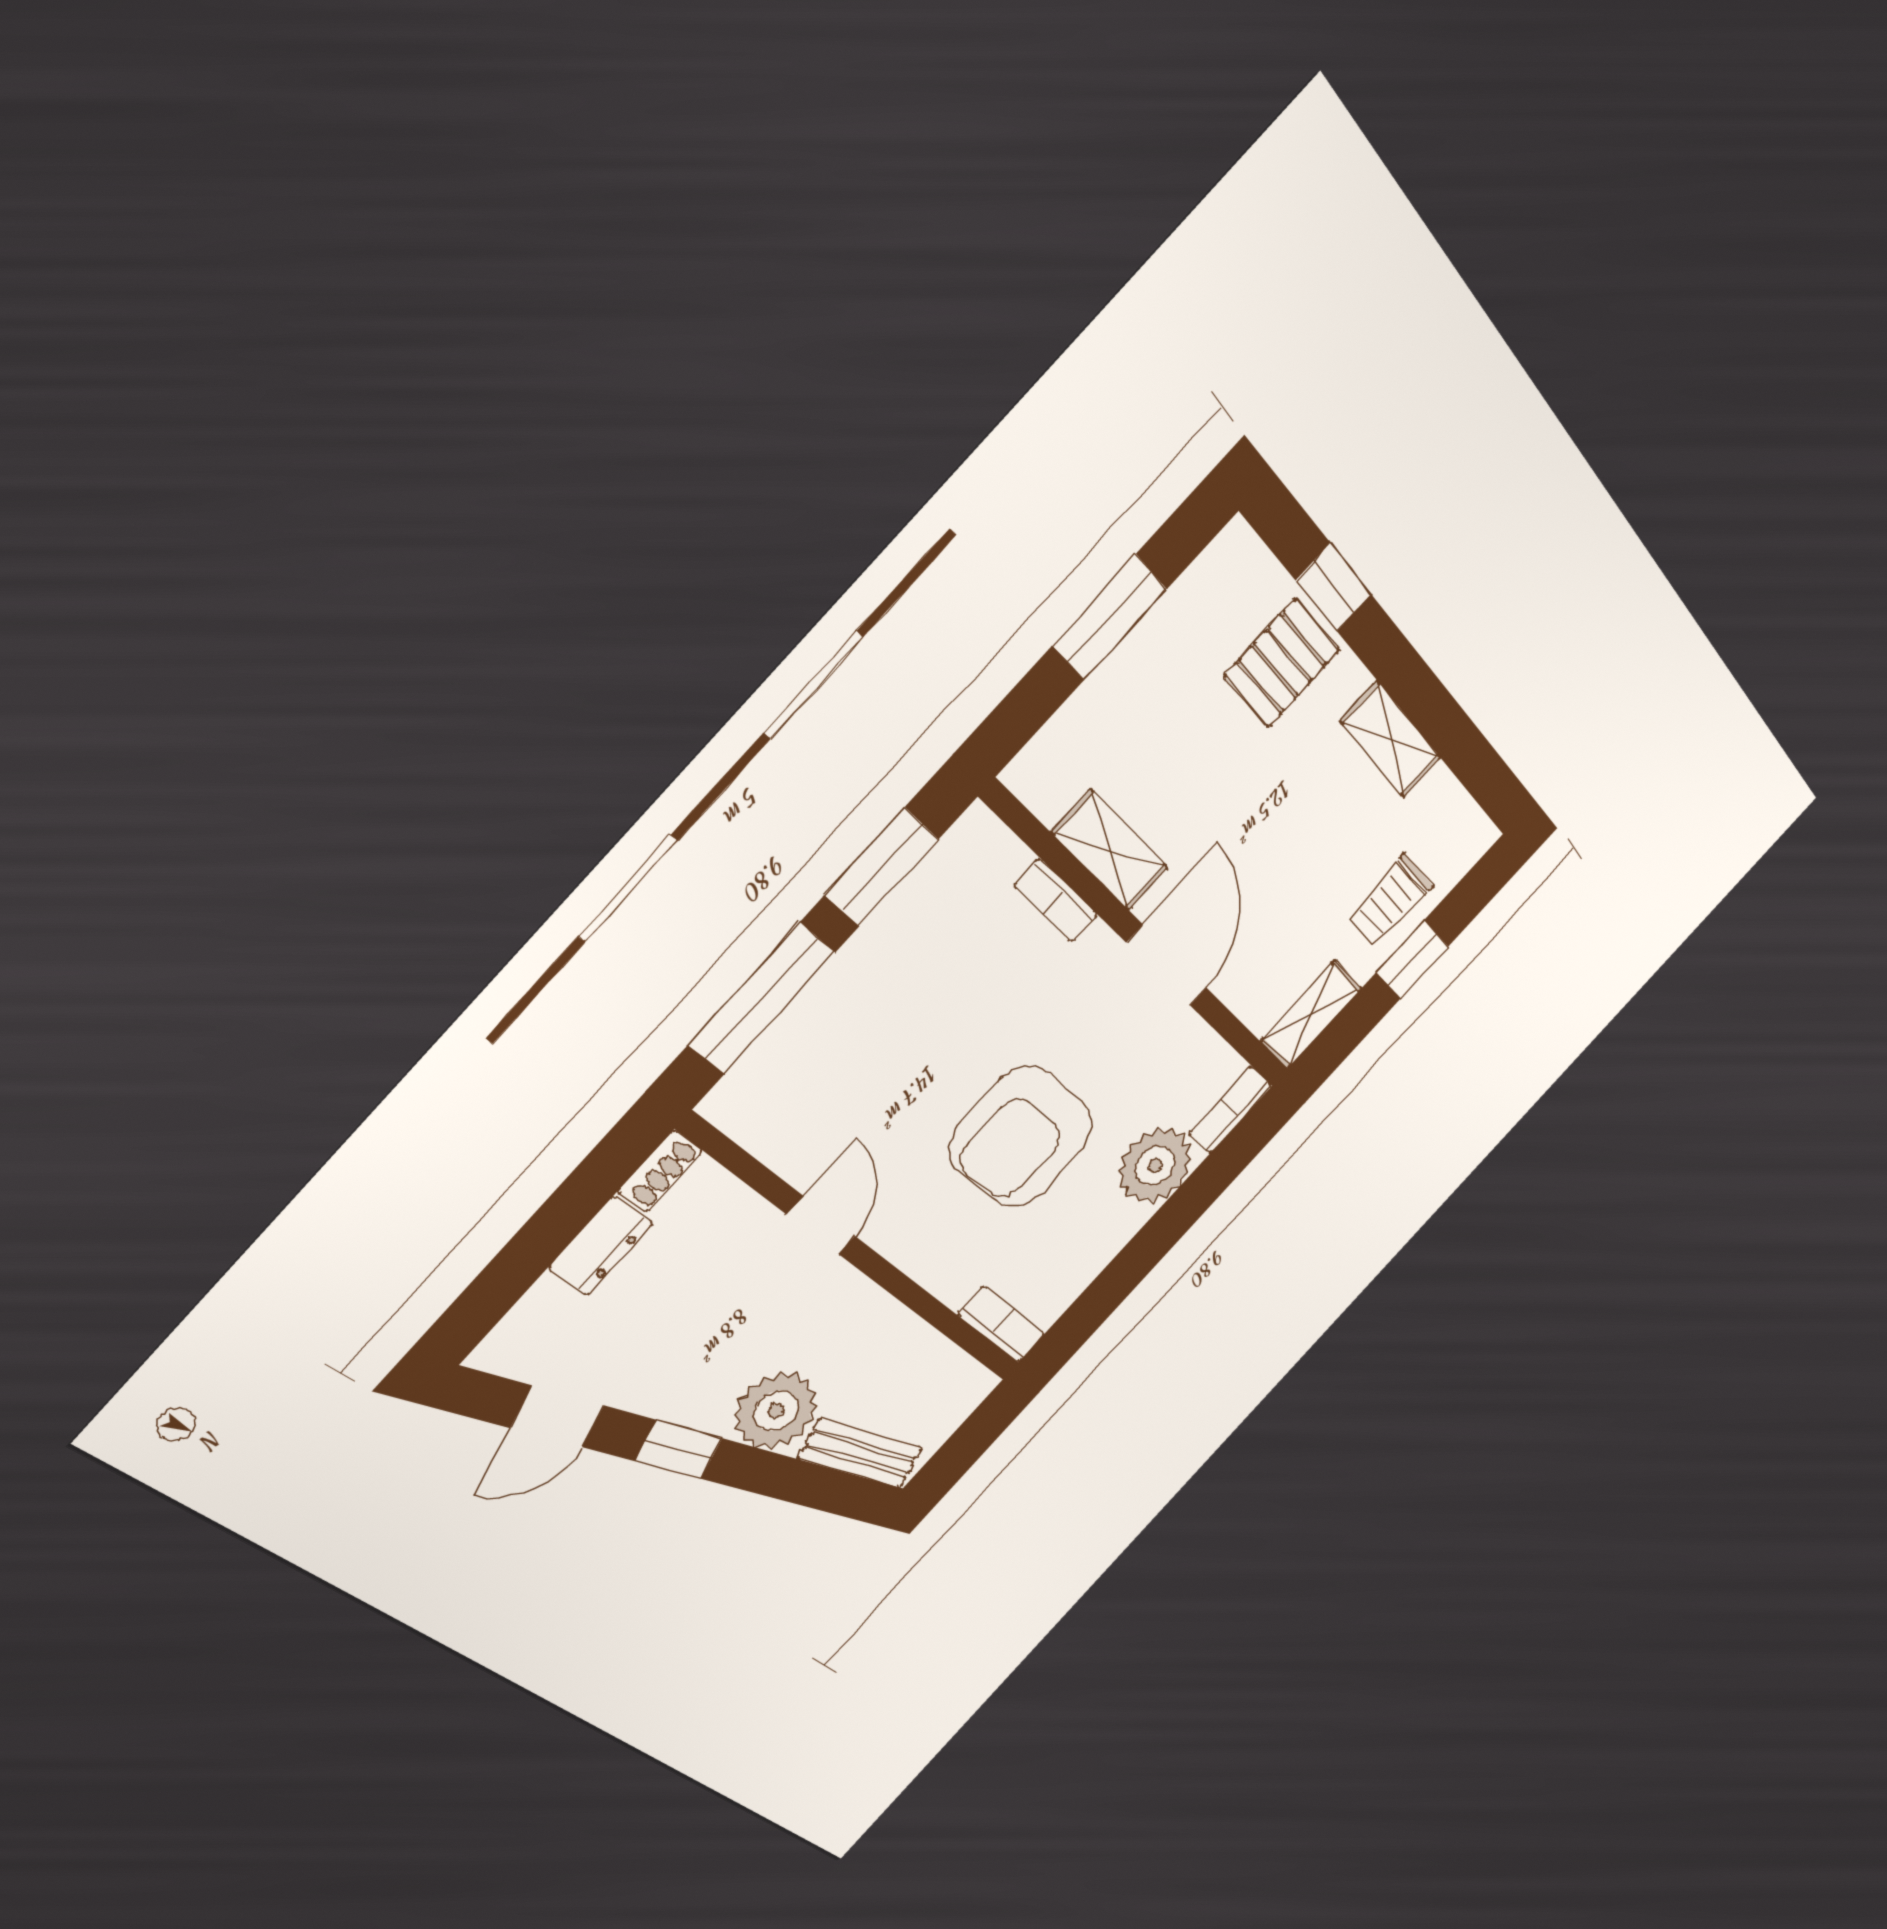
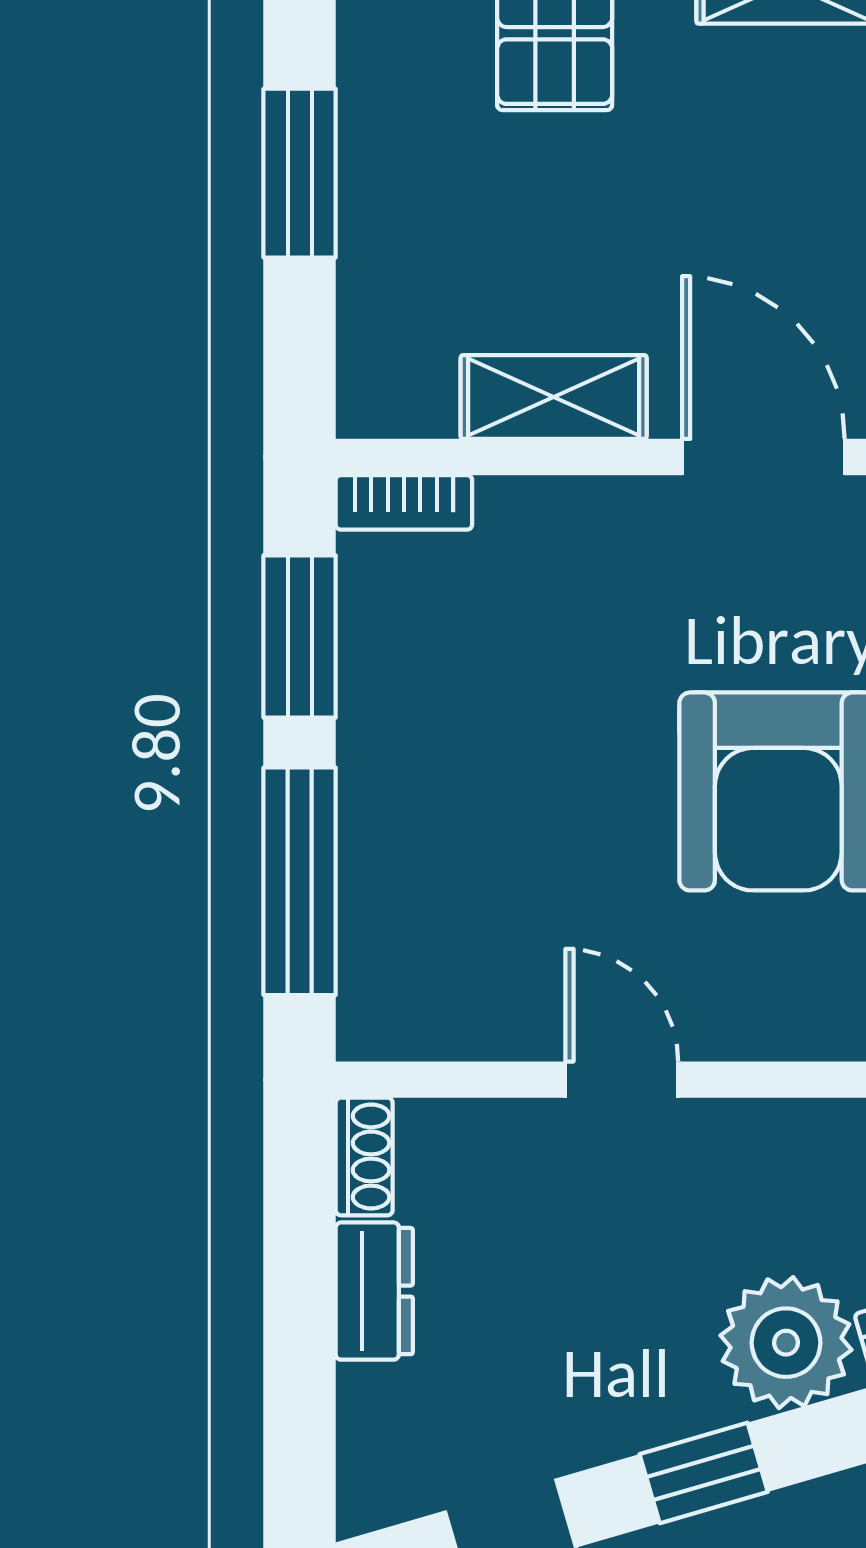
bookcase: (1056, 900) -> (404, 502), moved

